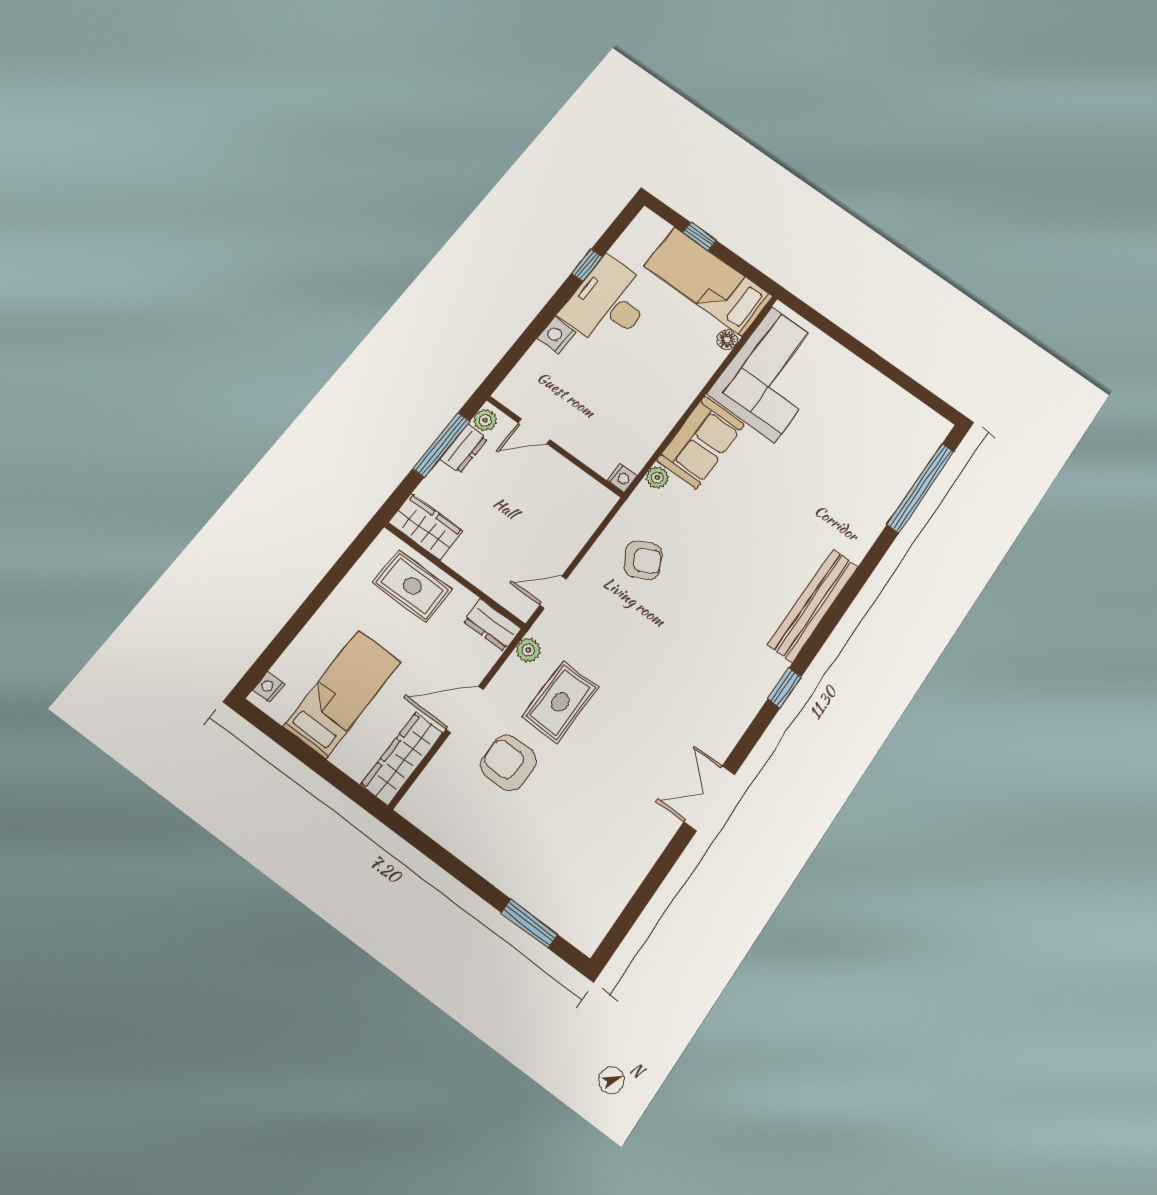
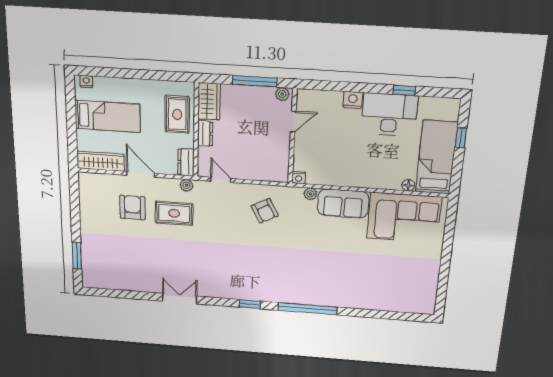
door: (534, 431) -> (293, 122), swing flipped
dresser: (464, 449) -> (205, 134), moved, turned -90
window: (921, 488) -> (308, 309), moved
bench: (813, 605) -> (297, 297), removed

